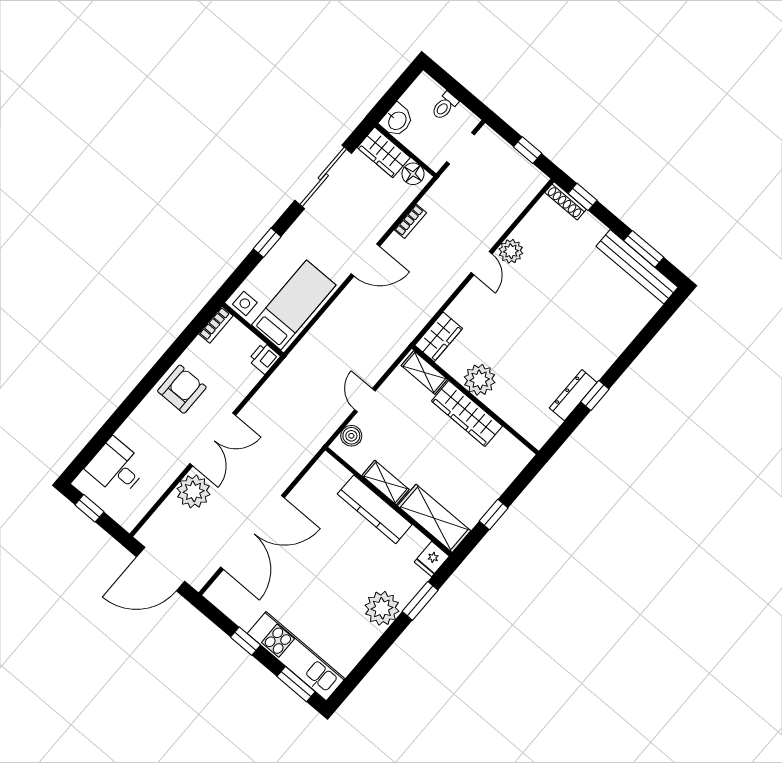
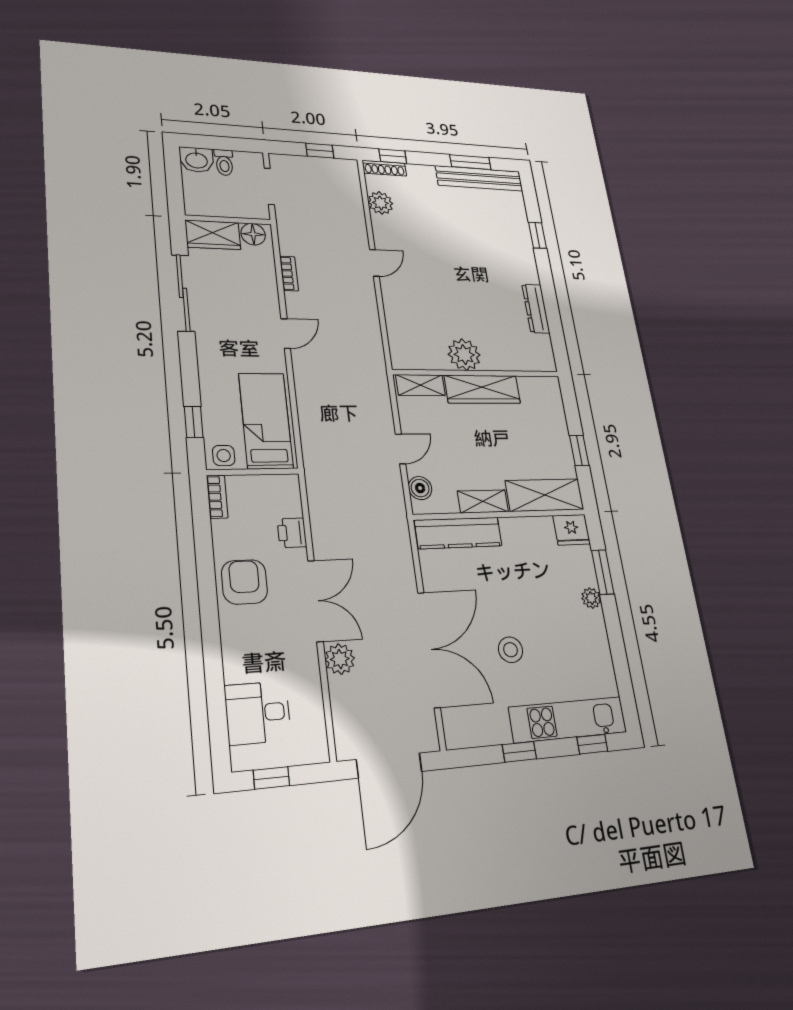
washbasin: (397, 120) -> (197, 160), moved, turned 90
window: (267, 243) -> (194, 422), moved
plant: (511, 251) -> (380, 203), moved
door: (365, 260) -> (286, 333), width x0.73
door: (482, 263) -> (374, 263), hinge flipped
wardrobe: (439, 337) -> (402, 347), removed
printer: (264, 358) -> (292, 533), moved
window: (595, 395) -> (537, 235), moved
door: (365, 400) -> (401, 449), swing flipped
plant: (194, 491) -> (340, 659), width x0.73, depth x0.73
kitchen counter: (375, 509) -> (458, 533), moved
fridge: (432, 559) -> (572, 530), width x1.38
stool: (304, 583) -> (511, 650), added
plant: (382, 608) -> (591, 598), width x0.53, depth x0.53
window: (296, 684) -> (592, 744), width x0.67

